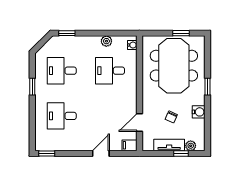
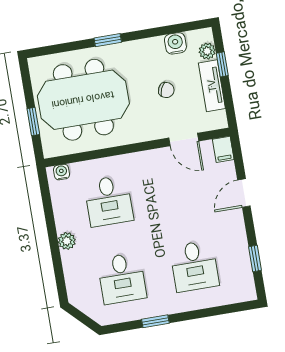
window: (67, 33) -> (60, 280), removed
window: (181, 33) -> (33, 122), moved
plant: (106, 41) -> (67, 241), moved
water cooler: (199, 112) -> (175, 43), moved
window: (47, 153) -> (255, 258), moved
door: (101, 153) -> (244, 193), hinge flipped

